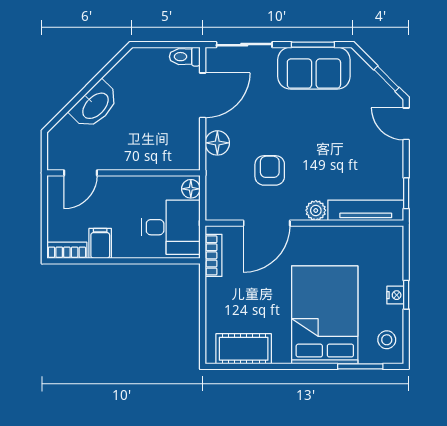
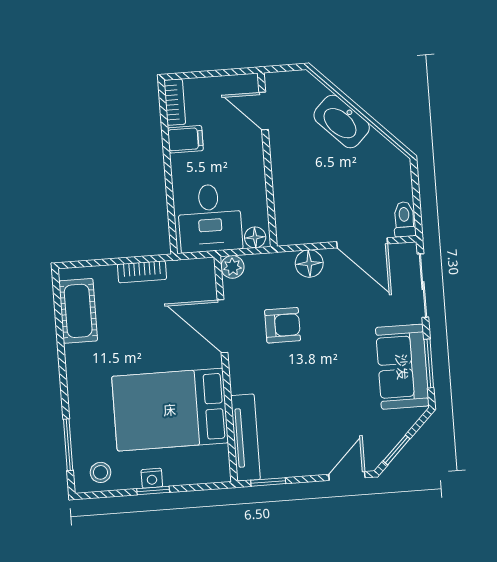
plant: (316, 210) -> (232, 267), moved
bookcase: (214, 255) -> (142, 272), moved
bed: (325, 315) -> (170, 410), moved, turned 180

